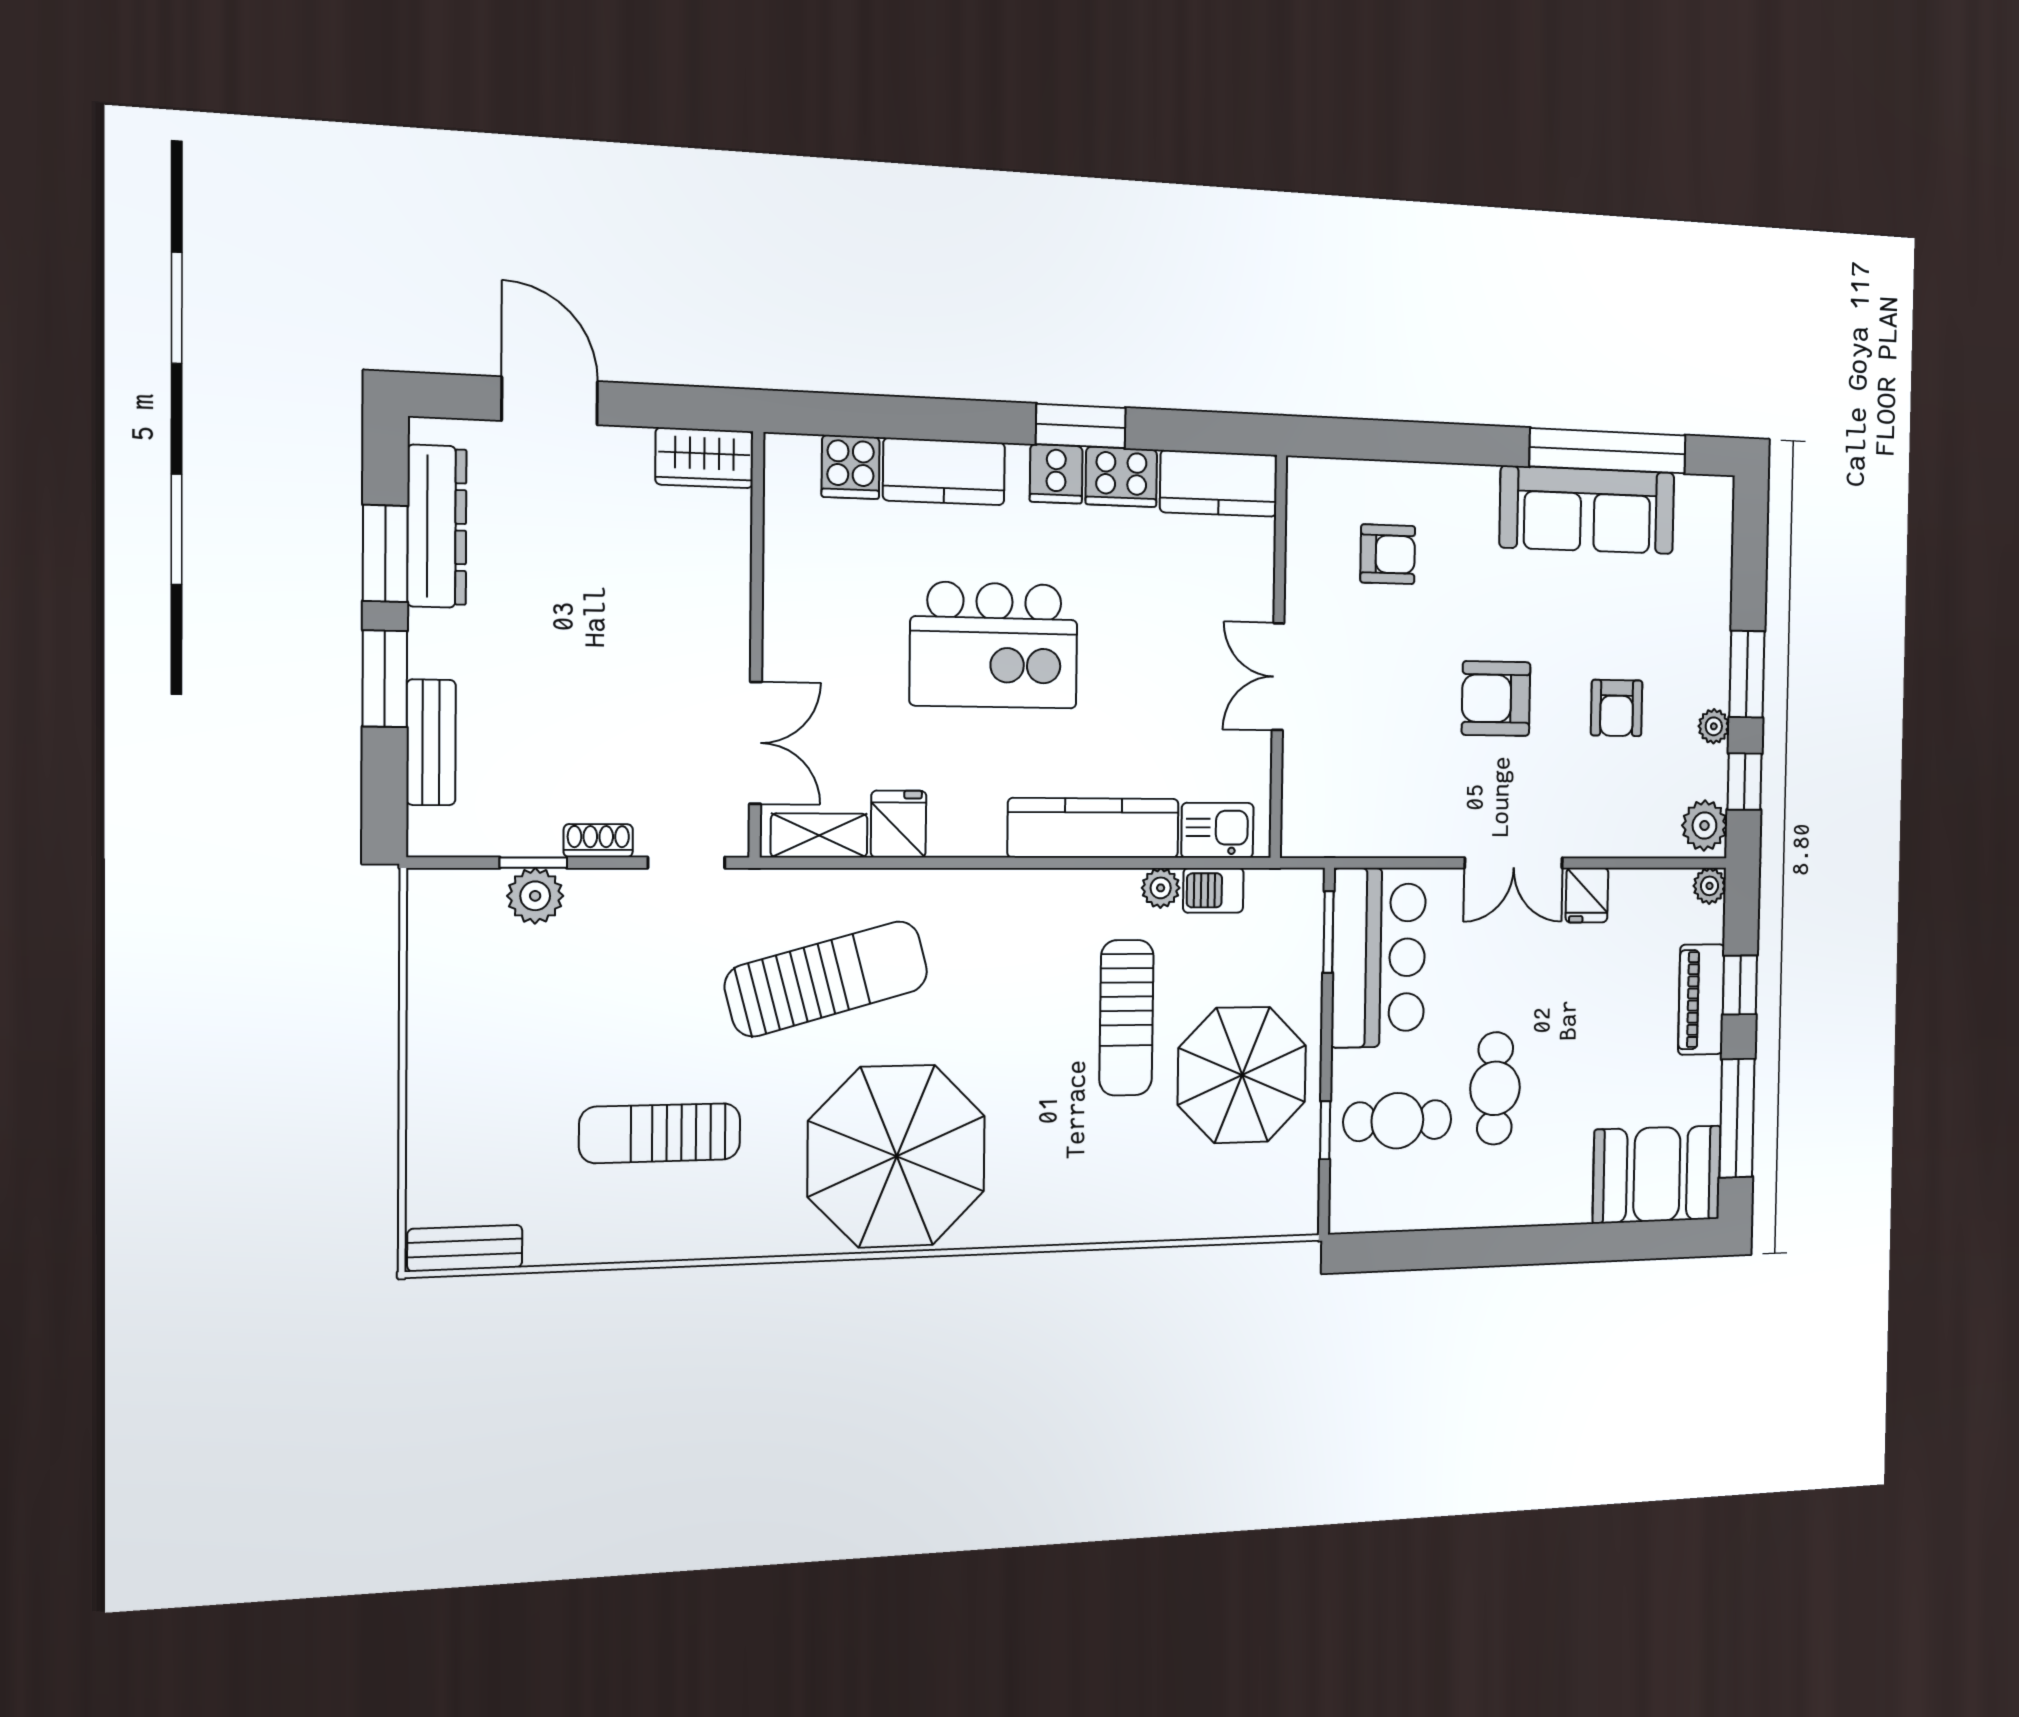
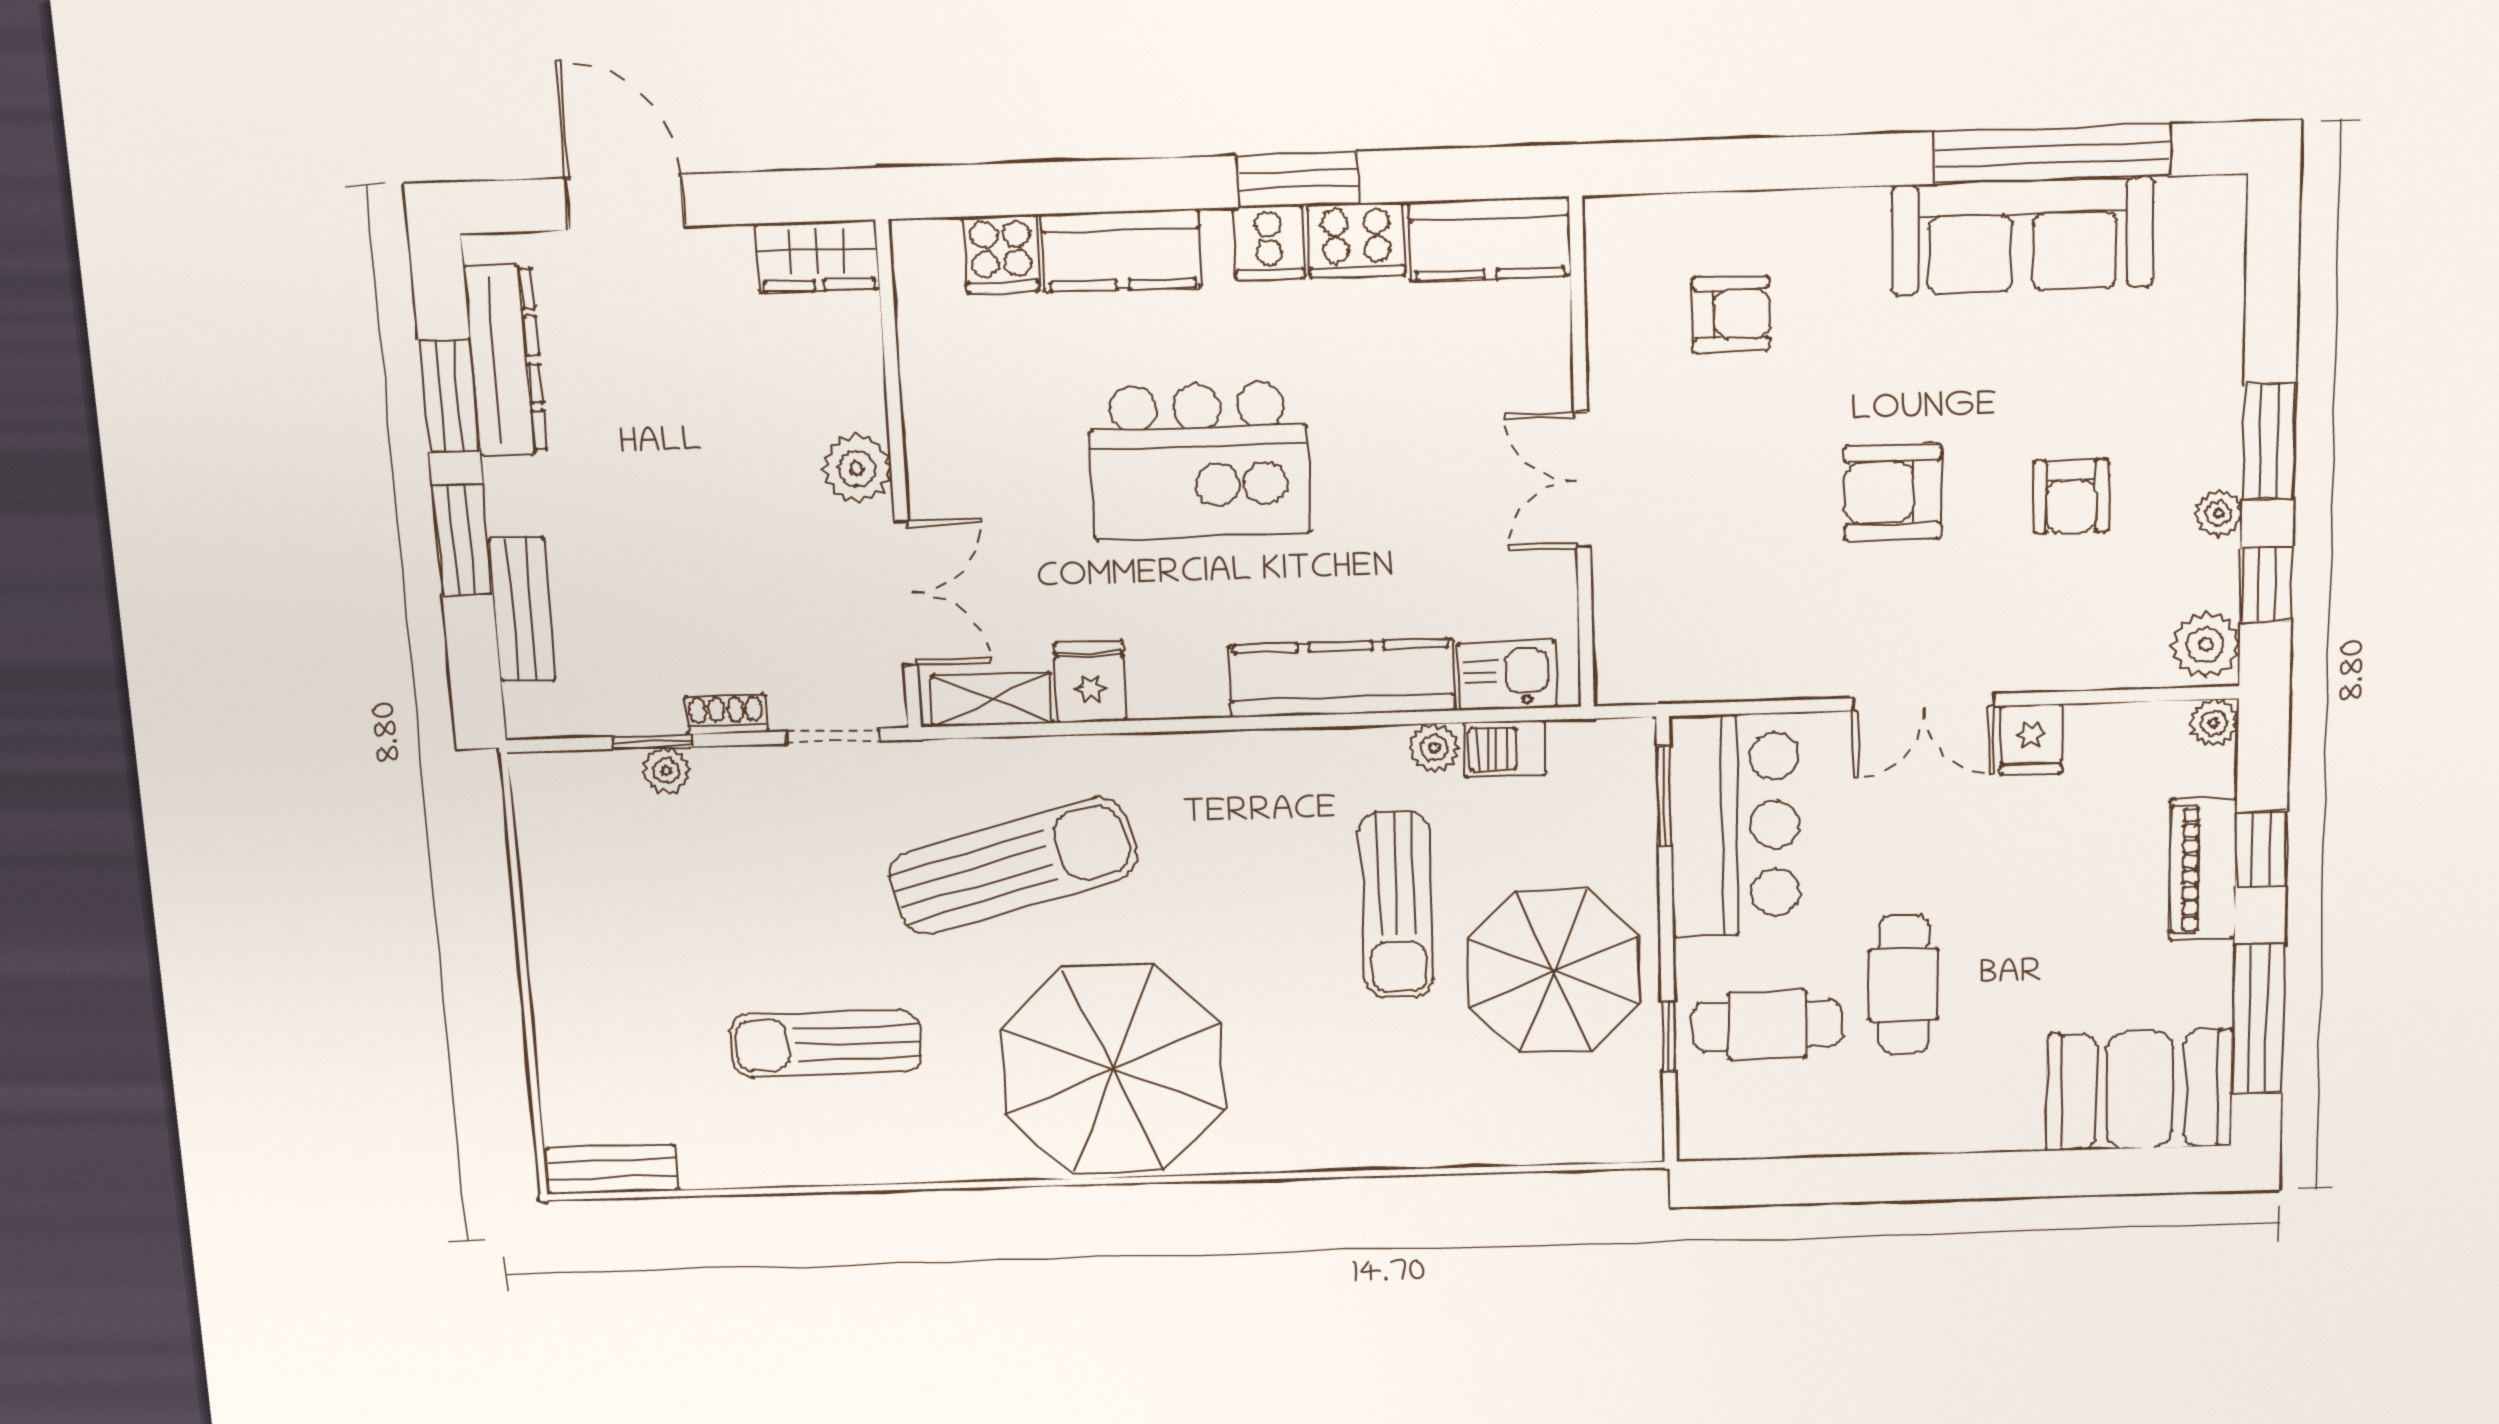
plant: (723, 636) -> (857, 468), added
plant: (535, 896) -> (666, 770), width x0.73, depth x0.73

